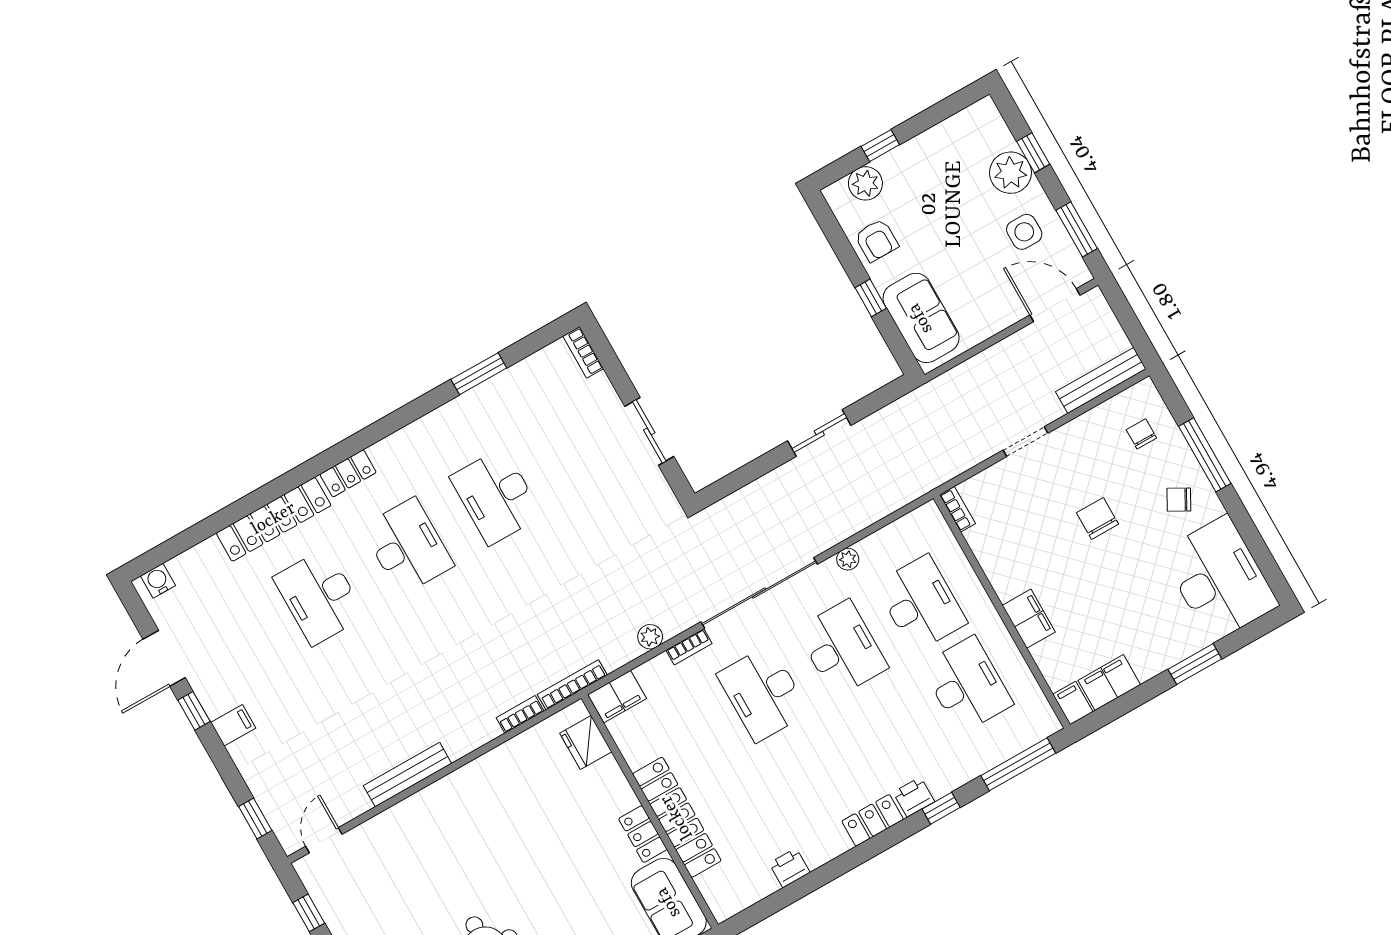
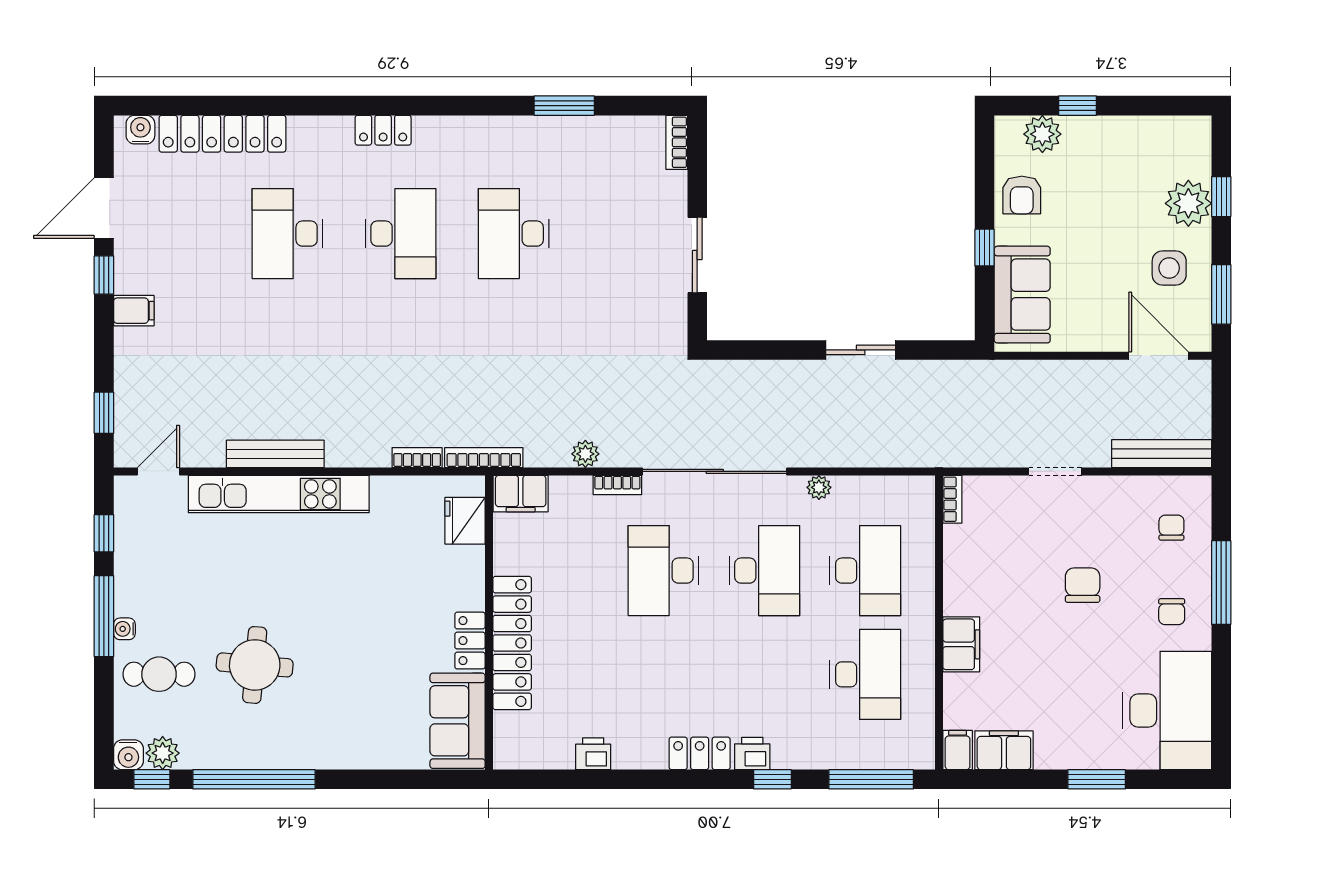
chair: (1179, 500) -> (1172, 612), turned -119
locker: (274, 519) -> (222, 134), moved
kitchen unit: (428, 804) -> (279, 494), added

